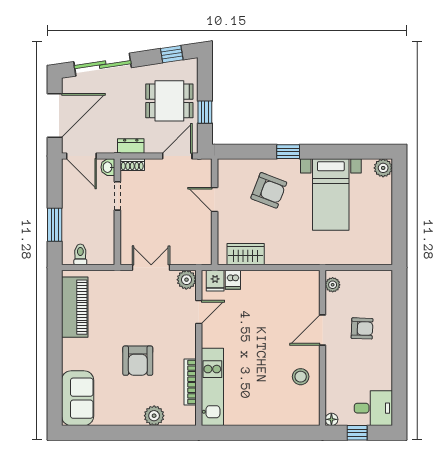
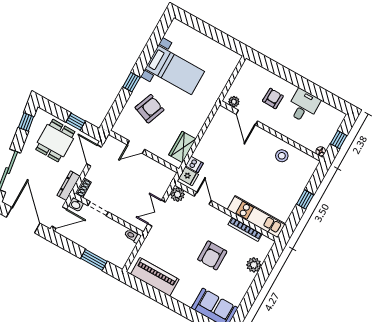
dresser: (131, 146) -> (69, 186), width x1.44
plant: (383, 168) -> (177, 26), removed
toilet: (80, 254) -> (133, 236), moved
door: (323, 330) -> (247, 118), moved
armchair: (138, 361) -> (212, 255), turned 90
desk: (373, 408) -> (303, 106), moved
window: (265, 433) -> (305, 199), added

